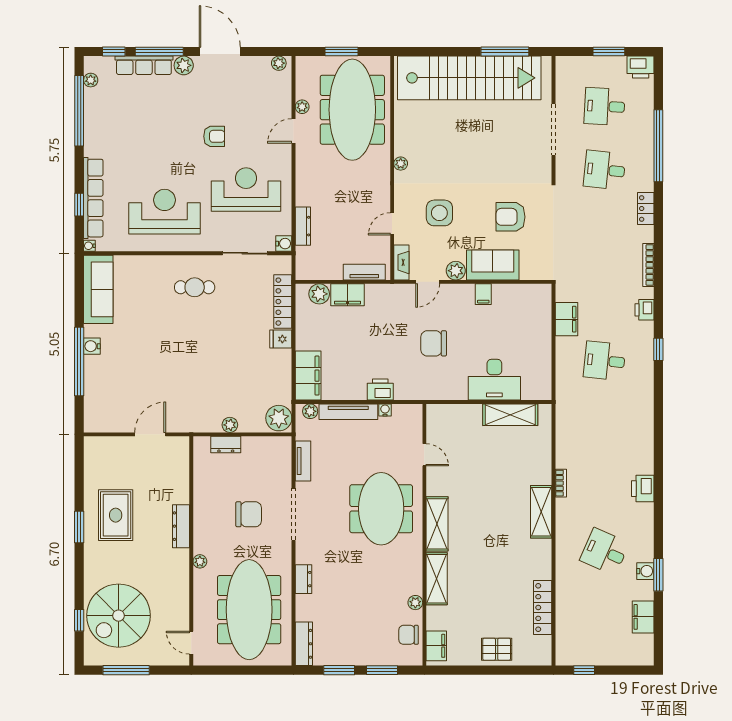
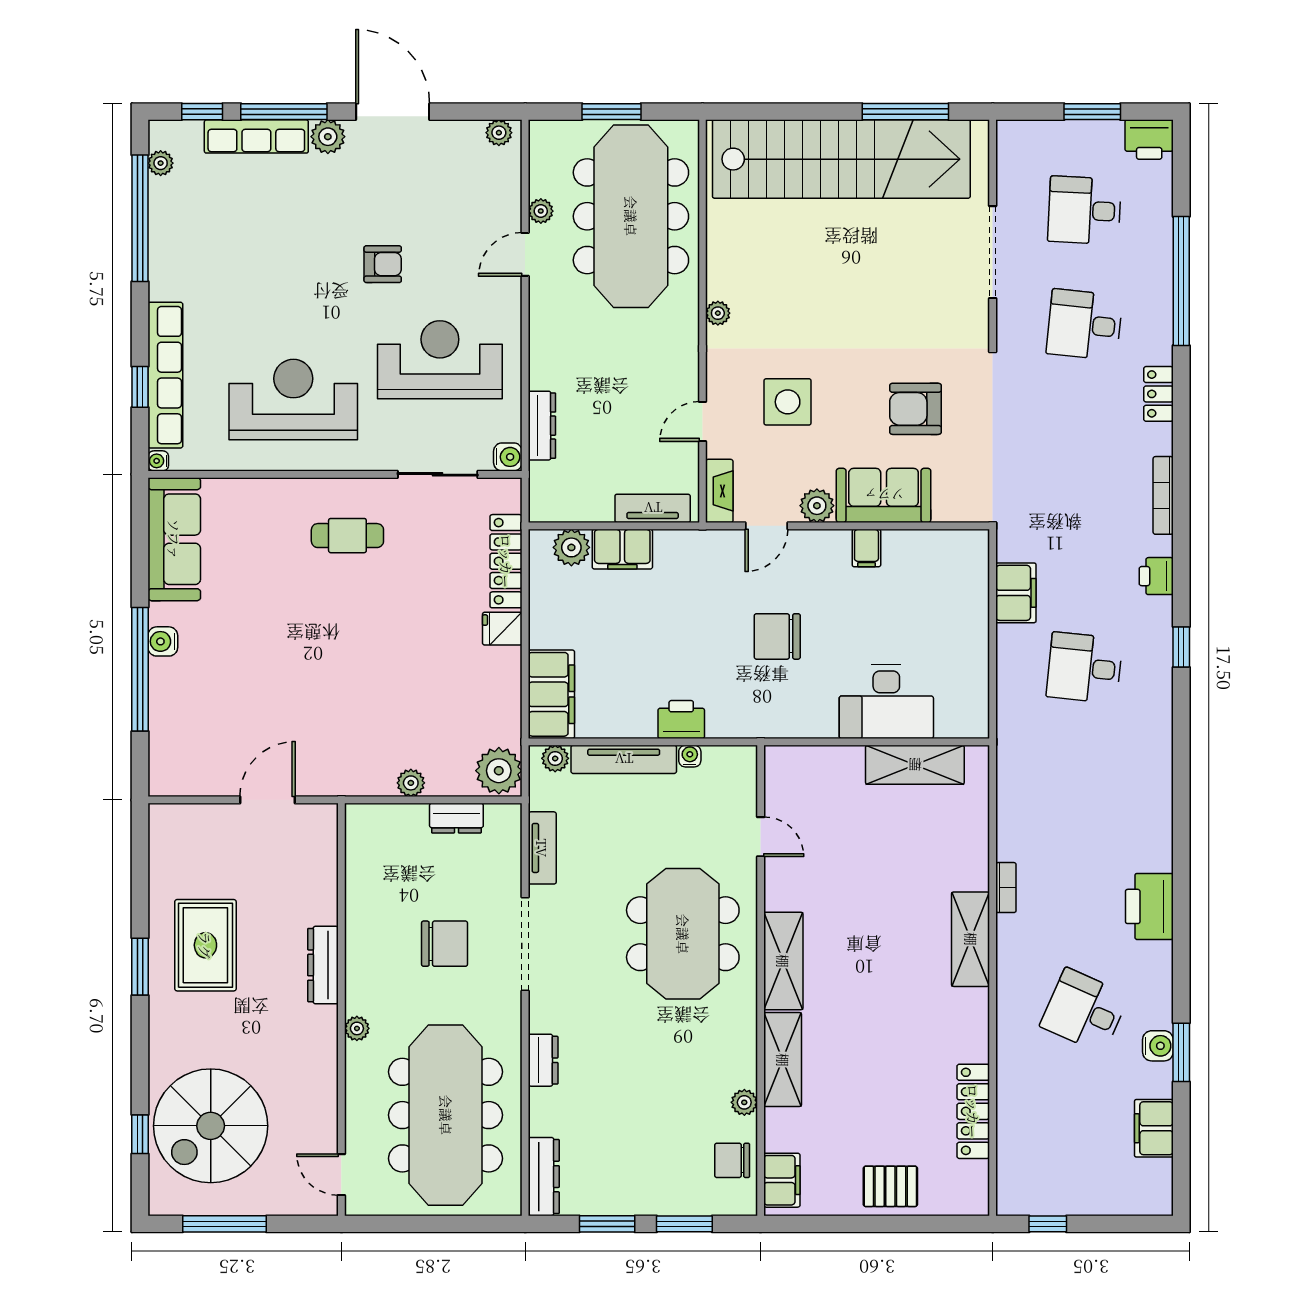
dresser: (226, 444) -> (456, 818), moved
printer: (643, 489) -> (1149, 906), width x1.37, depth x1.19

